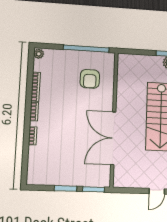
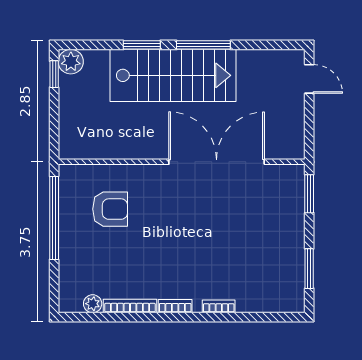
plant: (39, 54) -> (93, 304), moved
double door: (113, 138) -> (217, 162), swing flipped
window: (66, 188) -> (309, 269), moved

